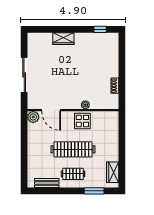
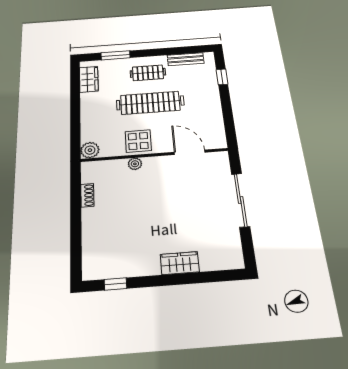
plant: (33, 117) -> (90, 150), moved
window: (24, 166) -> (222, 77), added

